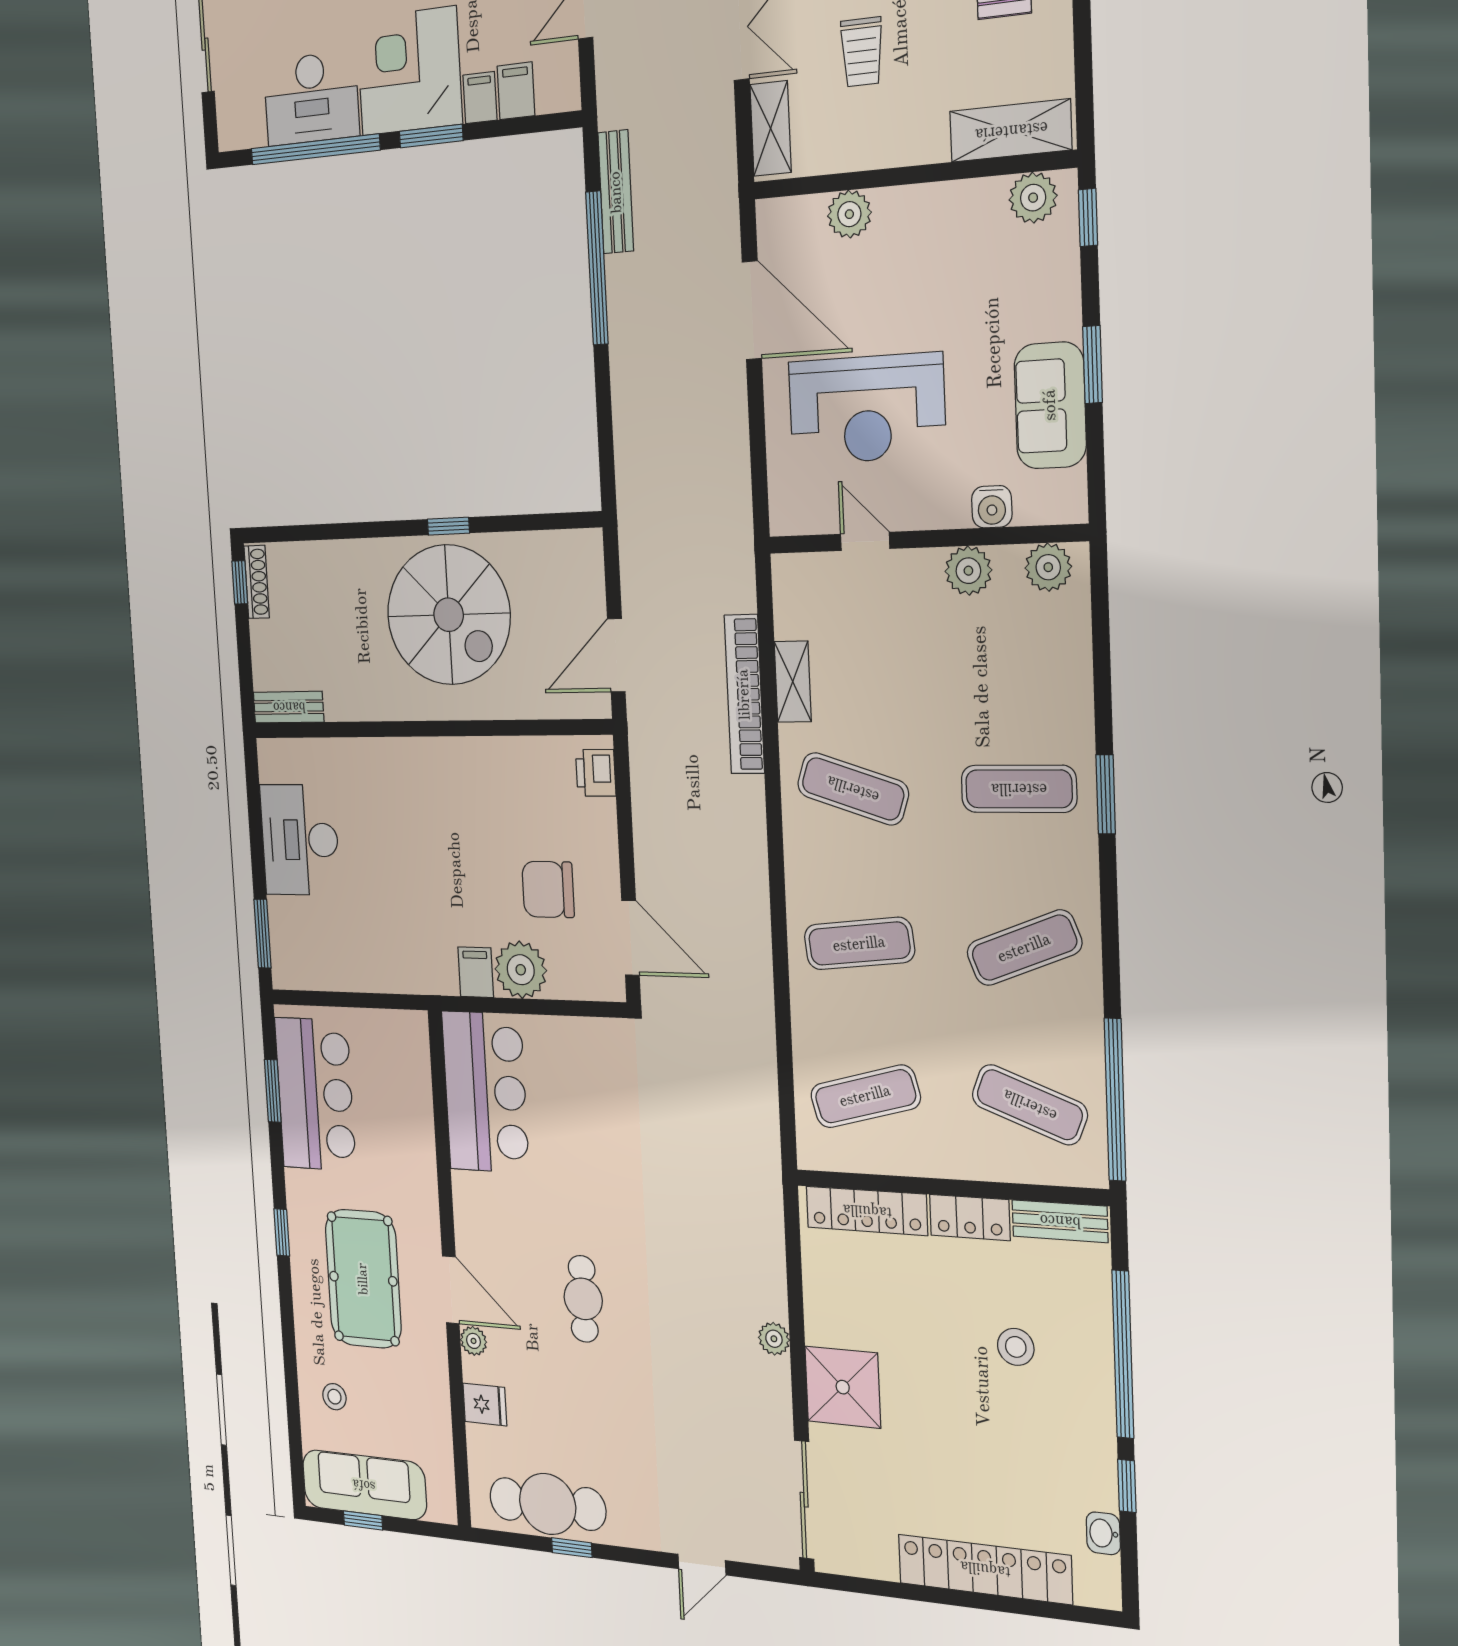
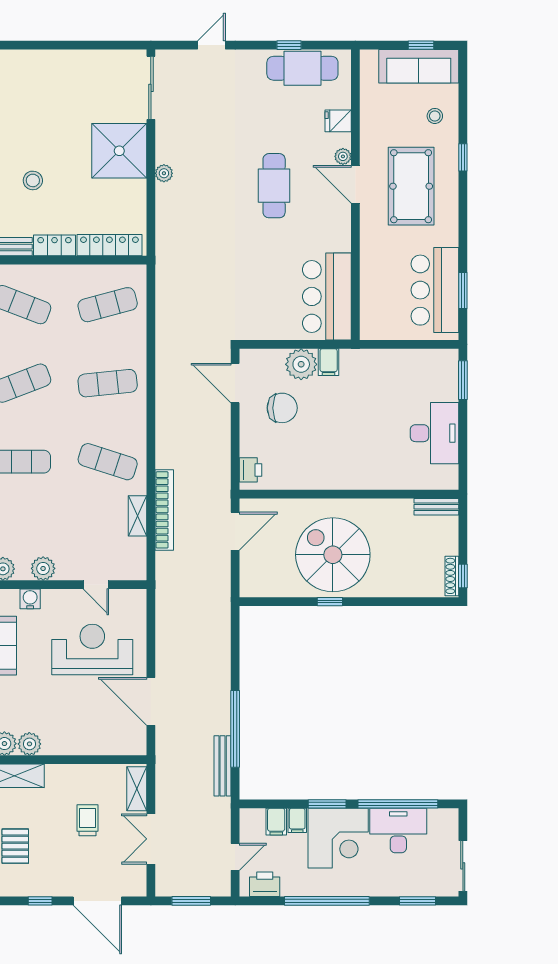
plant: (849, 214) -> (29, 744), moved
window: (282, 1232) -> (463, 157), moved
cafe table: (583, 1299) -> (274, 186), width x1.37, depth x1.35
shower: (843, 1387) -> (119, 151), width x1.37, depth x1.37
locker: (985, 1569) -> (53, 62), removed

